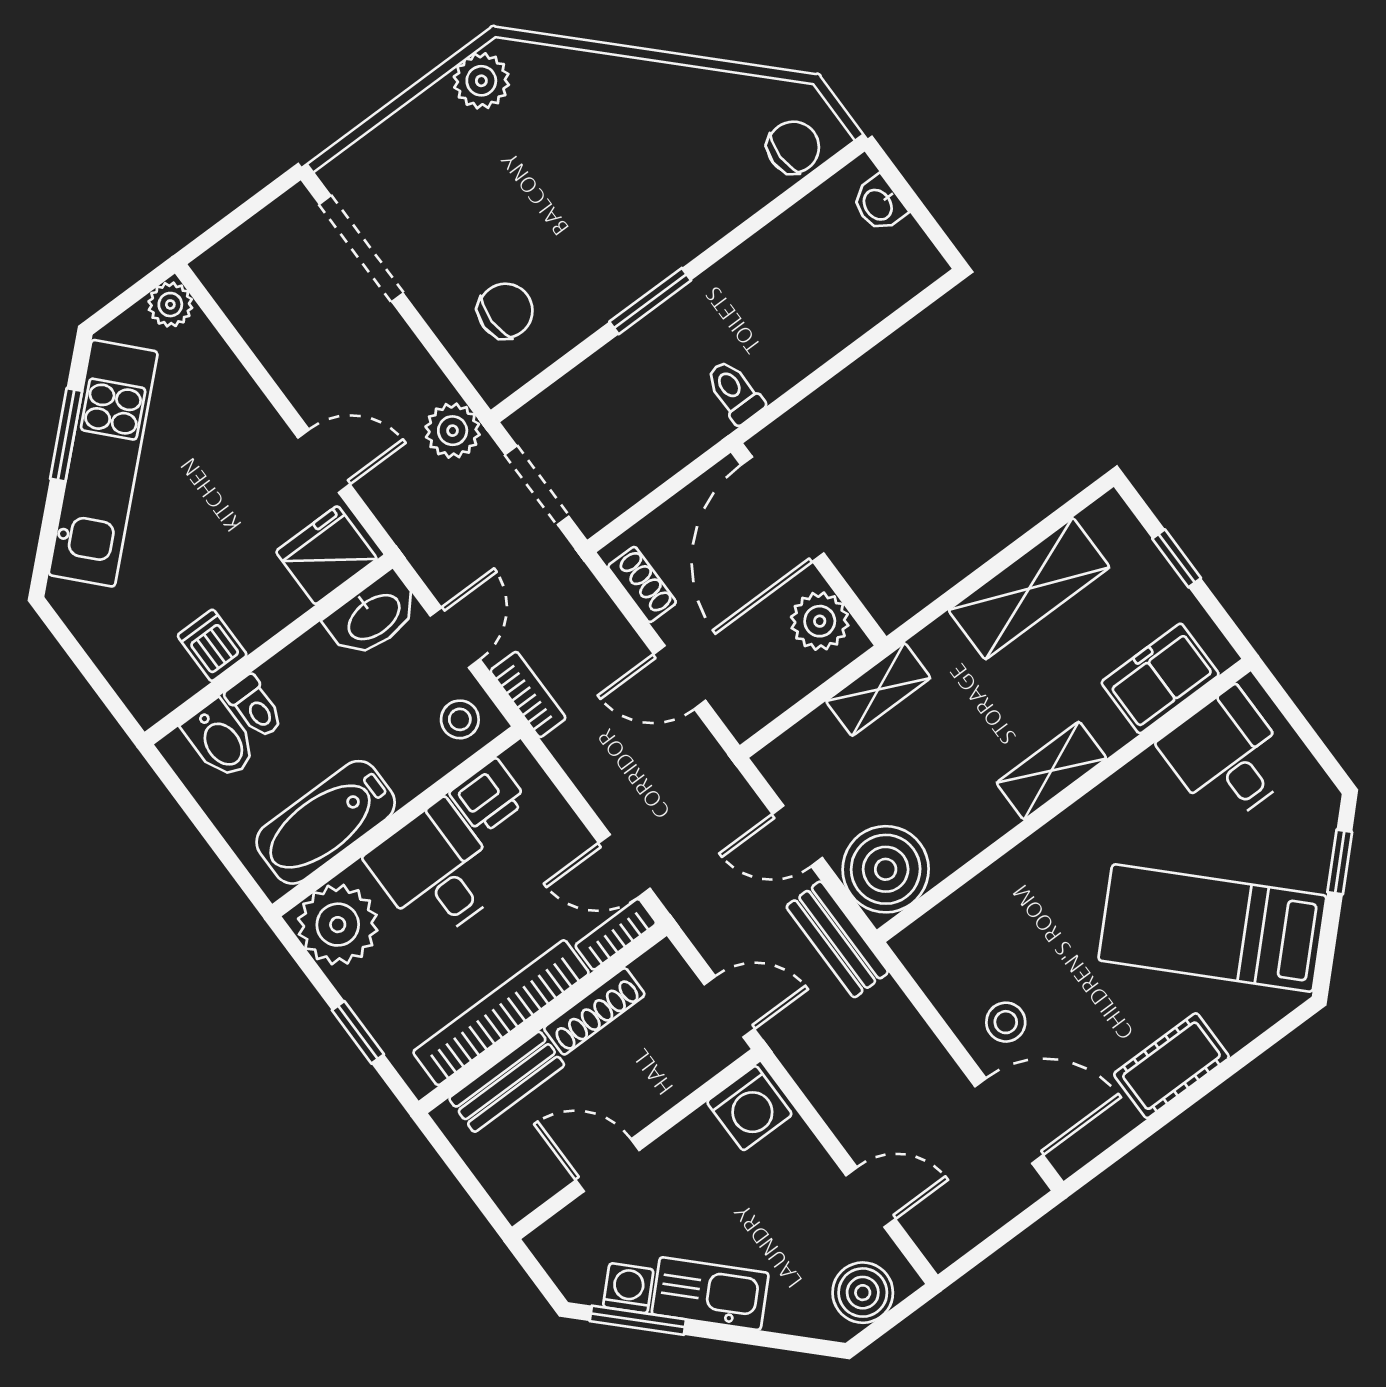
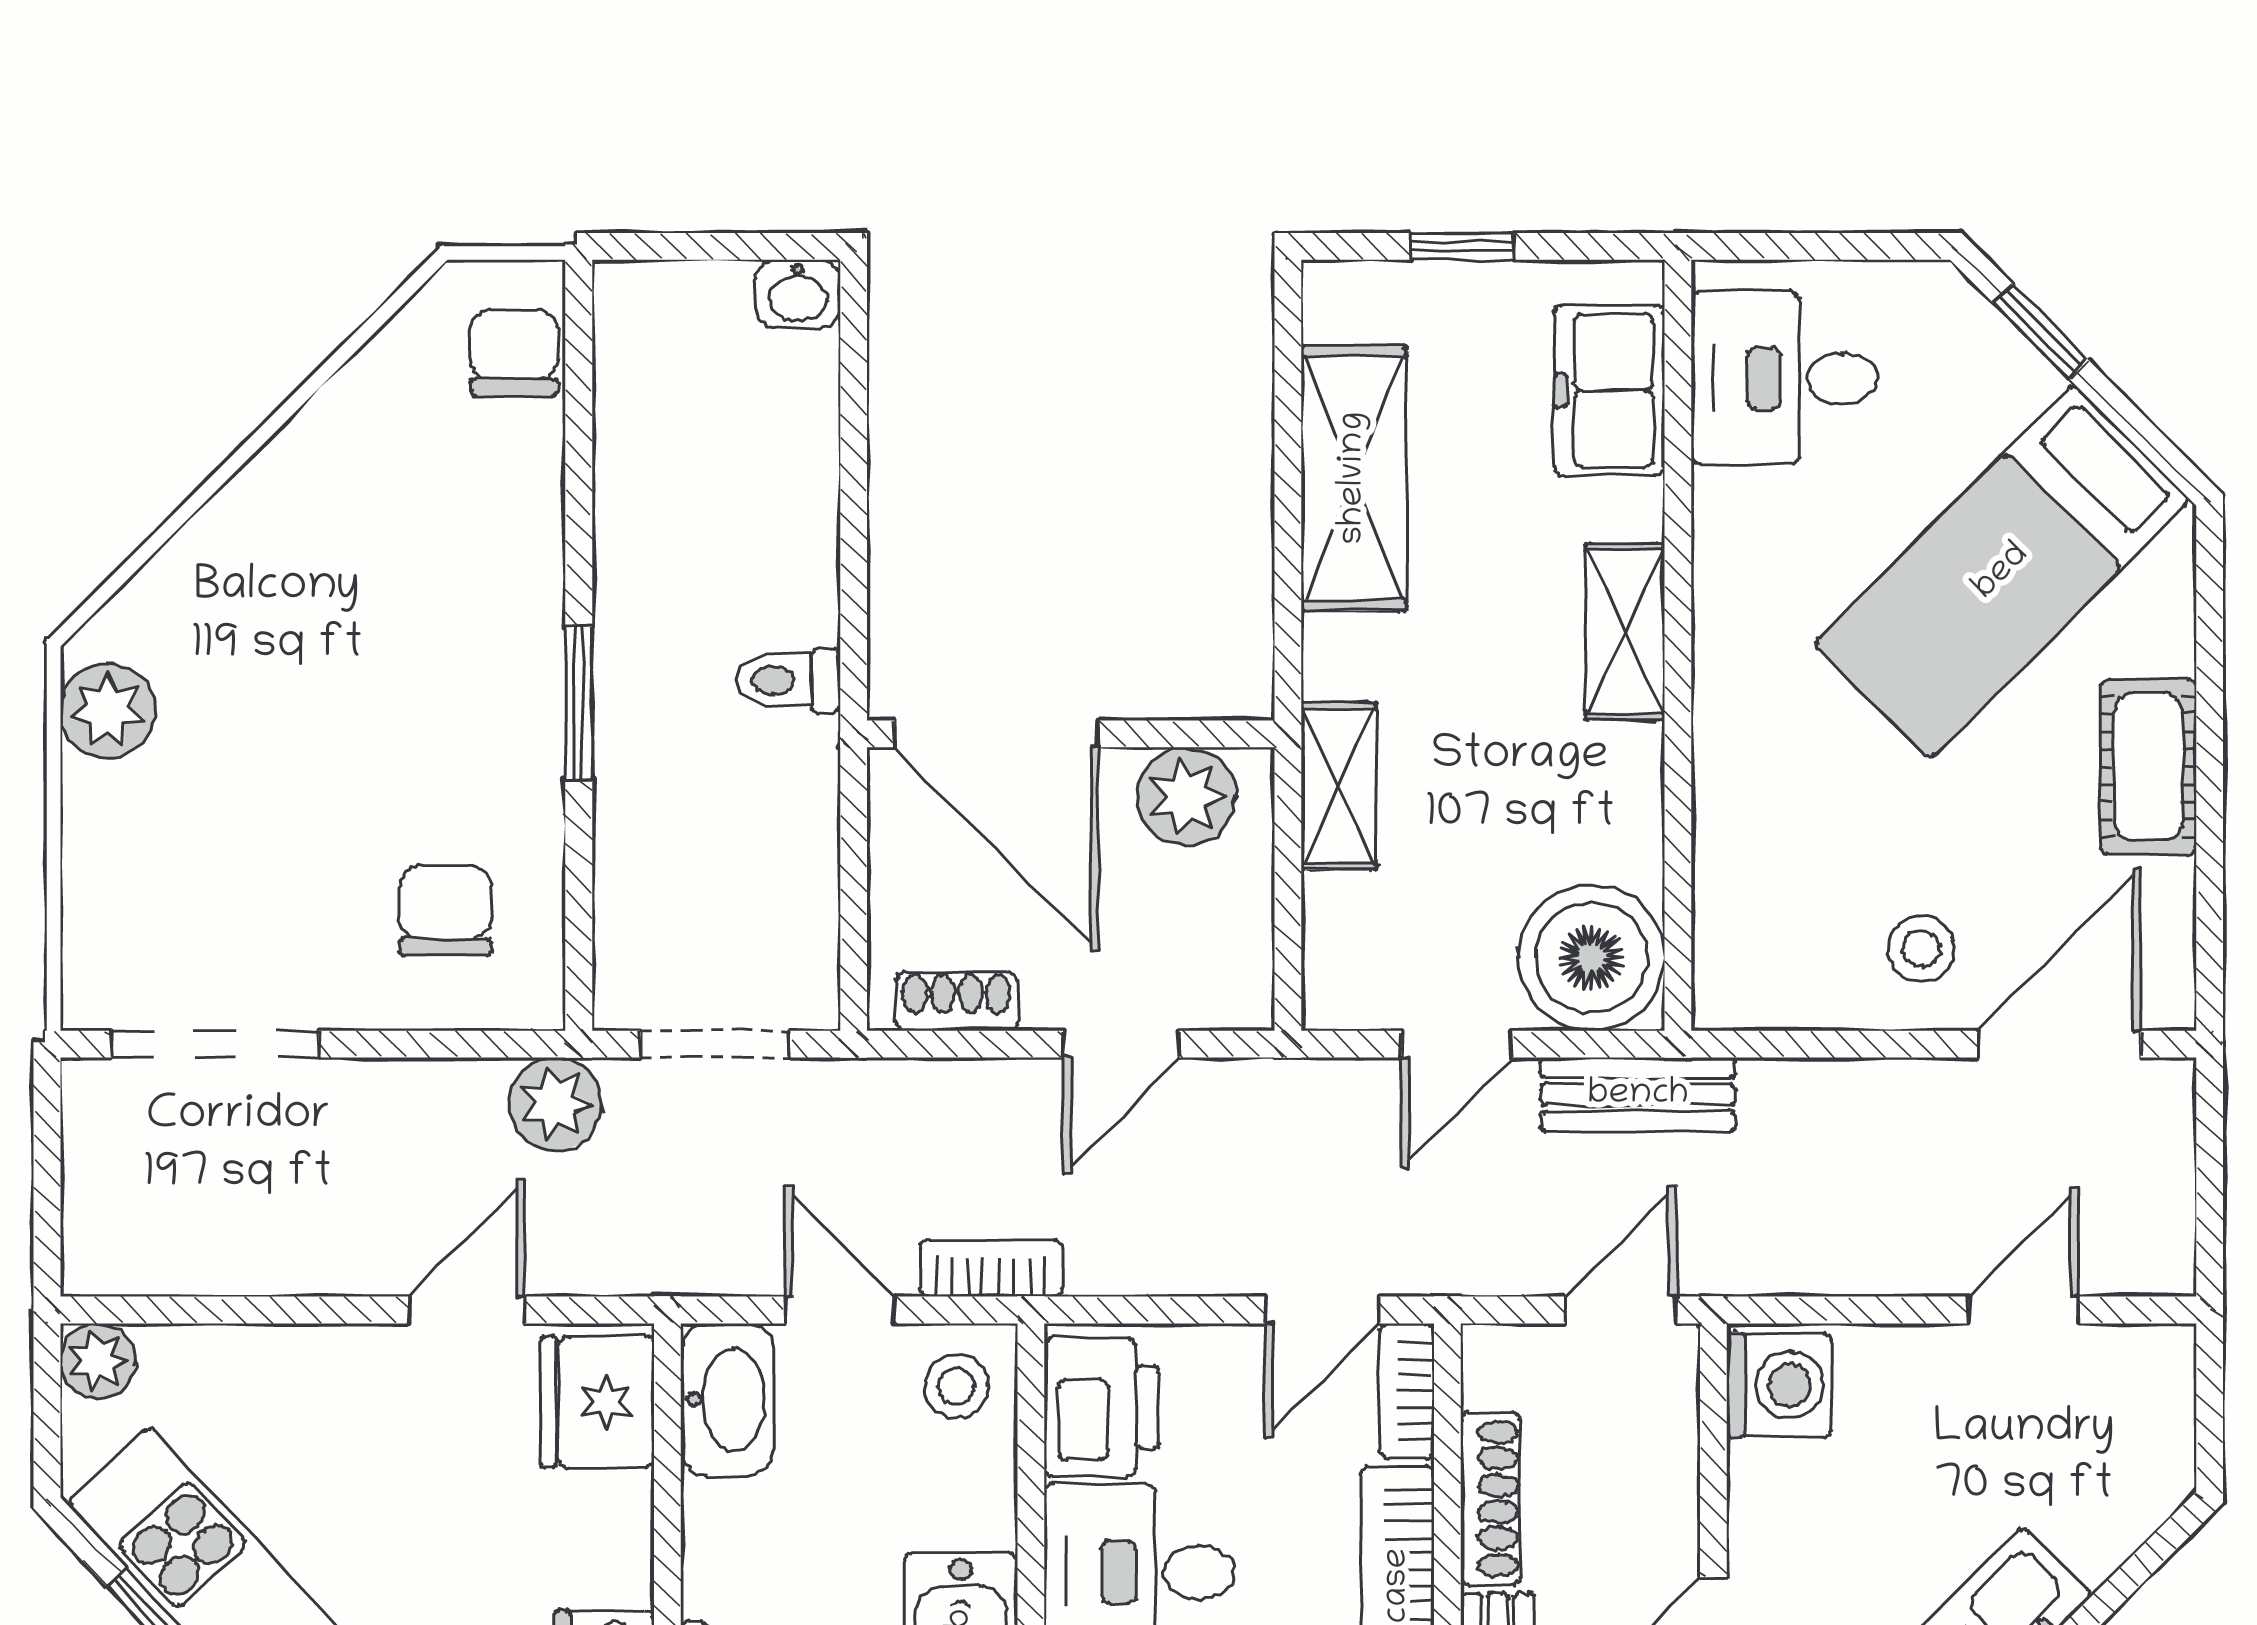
washbasin: (879, 204) -> (798, 294), moved
printer: (488, 797) -> (1102, 1407), width x1.36, depth x1.24
boiler: (863, 1293) -> (2145, 1417), removed

